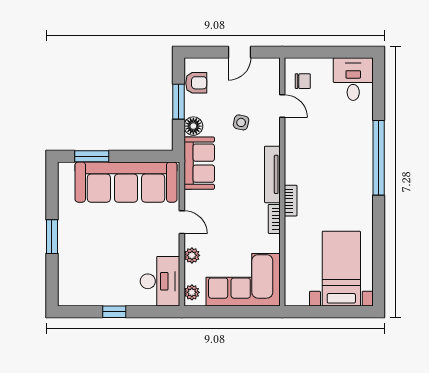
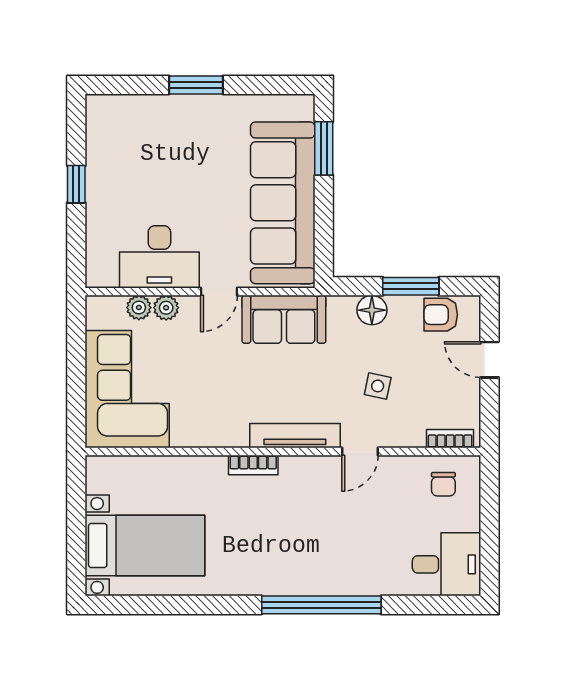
door: (240, 52) -> (490, 360), moved
armchair: (196, 83) -> (441, 315), turned 90
door: (282, 106) -> (360, 452), moved
sofa: (199, 163) -> (284, 319), moved
bookcase: (274, 219) -> (450, 439), moved
desk: (160, 281) -> (159, 257), moved
plant: (192, 292) -> (139, 308), moved

